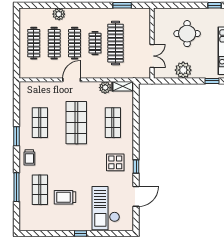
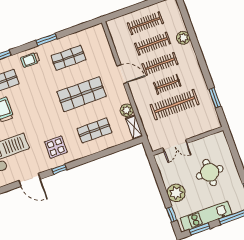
plant: (183, 70) -> (176, 193), moved

